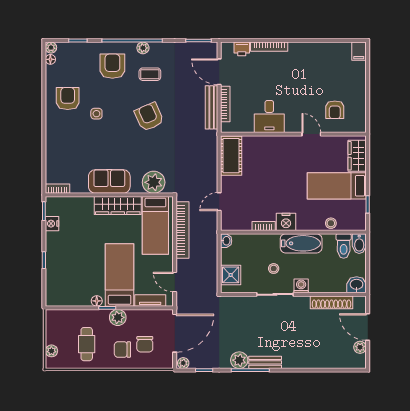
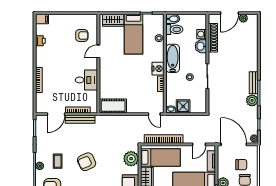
printer: (242, 49) -> (40, 41), moved
door: (219, 202) -> (154, 114), moved
shower: (231, 275) -> (183, 106), moved
washbasin: (357, 285) -> (201, 46), moved
washing machine: (301, 286) -> (202, 34), moved

